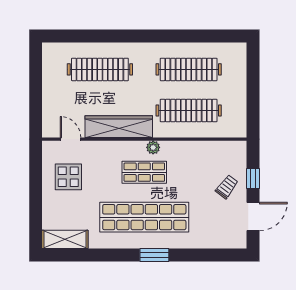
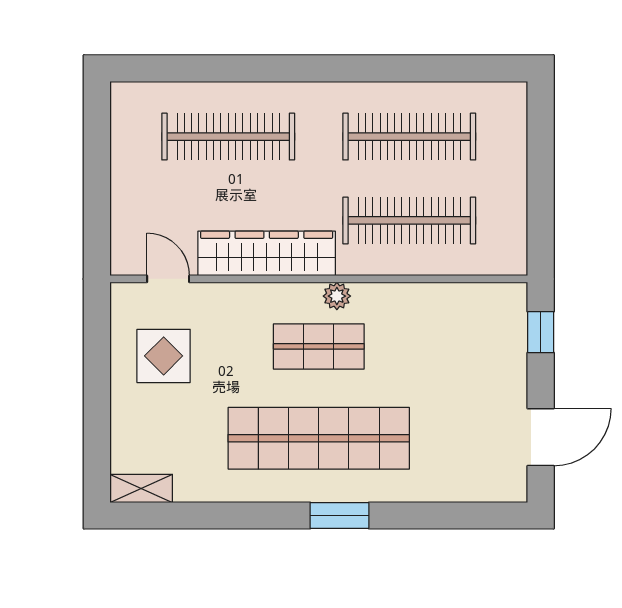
window: (253, 178) -> (541, 332), moved
trolley: (227, 187) -> (487, 376), removed
shelving: (65, 239) -> (141, 488), width x0.67, depth x0.75

